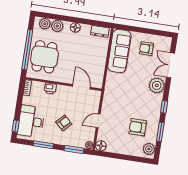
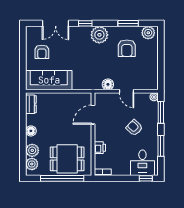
plant: (157, 85) -> (99, 35), moved
window: (164, 107) -> (85, 23), moved
desk: (31, 121) -> (142, 163), width x0.73
floor lamp: (101, 146) -> (108, 84), moved

